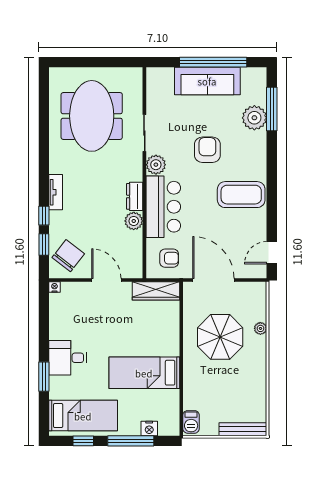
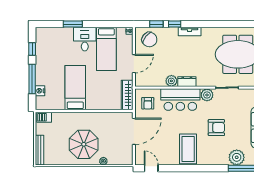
parasol: (220, 337) -> (84, 144), moved
bed: (83, 416) -> (106, 49), moved

